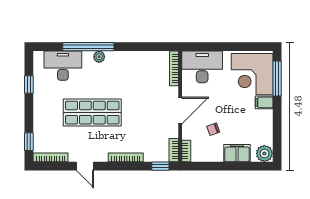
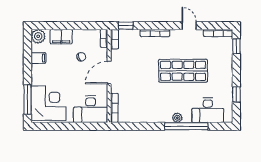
filing cabinet: (264, 102) -> (38, 58), moved

